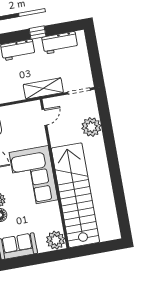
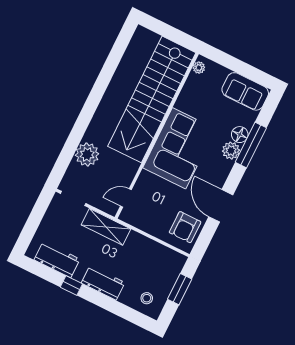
plant: (56, 240) -> (199, 68), width x0.53, depth x0.53

